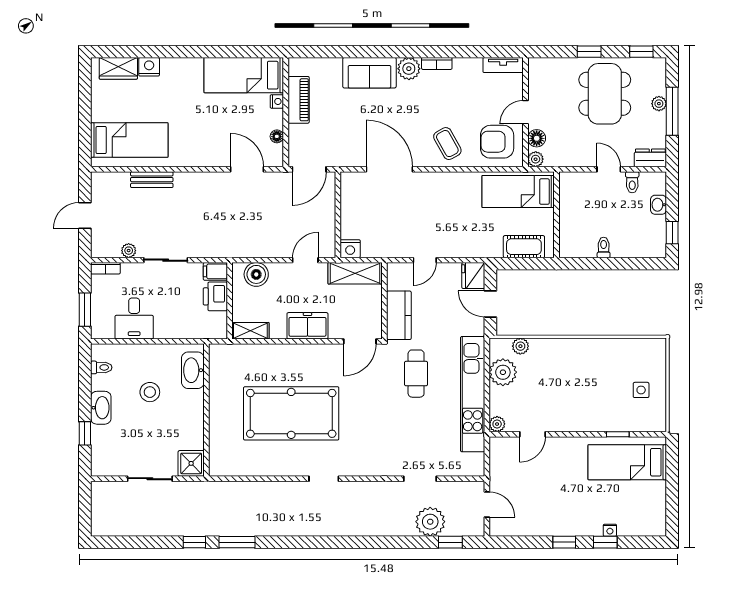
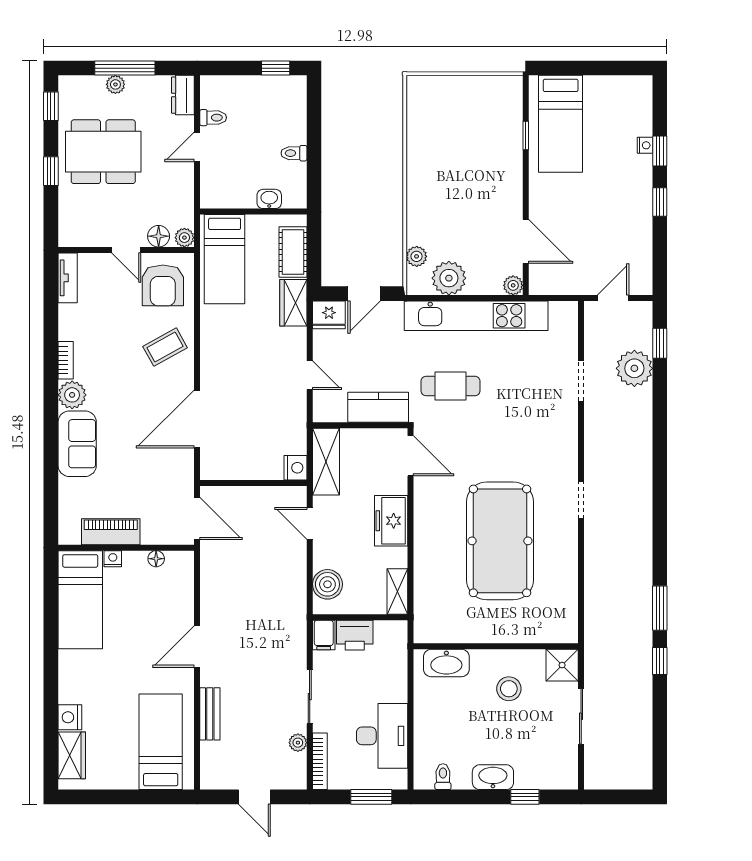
door: (247, 169) -> (197, 647), moved
washbasin: (659, 205) -> (269, 199), moved, turned 180
wardrobe: (483, 247) -> (293, 303), added
bookcase: (105, 268) -> (320, 761), width x1.56
desk: (134, 318) -> (382, 736), width x1.37
side table: (641, 390) -> (471, 107), removed
stool: (150, 392) -> (509, 689), moved
door: (533, 434) -> (526, 241), width x1.37

